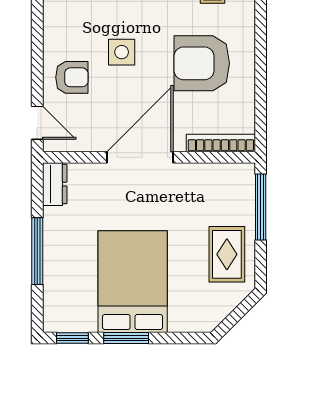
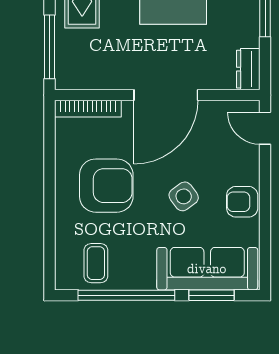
side table: (122, 52) -> (184, 196), turned -37
armchair: (72, 77) -> (242, 202), moved

